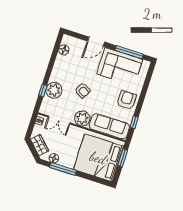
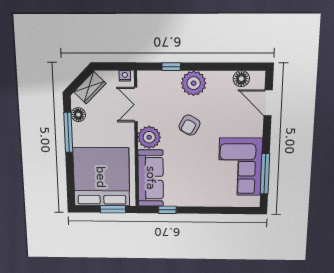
door: (96, 42) -> (268, 103), moved
plant: (54, 90) -> (194, 83), moved
armchair: (126, 100) -> (195, 190), removed

